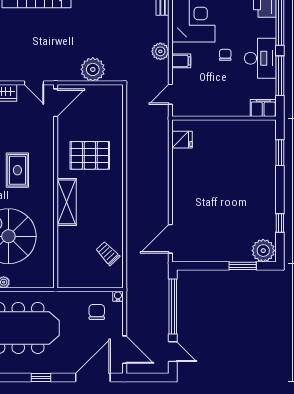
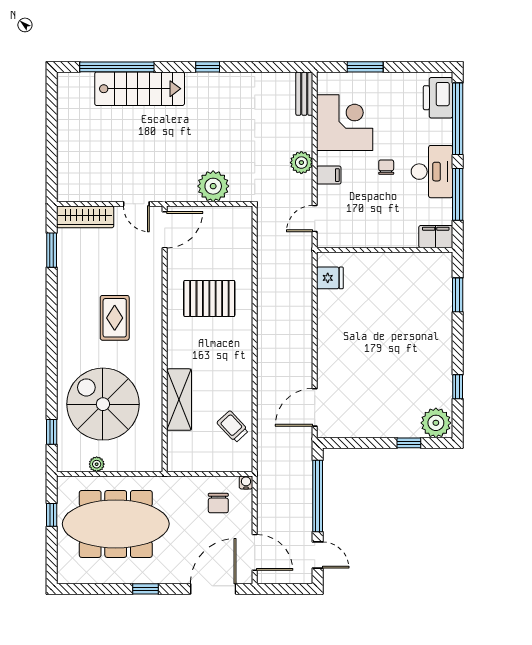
shelving: (67, 202) -> (179, 400), moved
window: (243, 266) -> (409, 443), width x0.67
chair: (97, 312) -> (218, 503), turned 180

